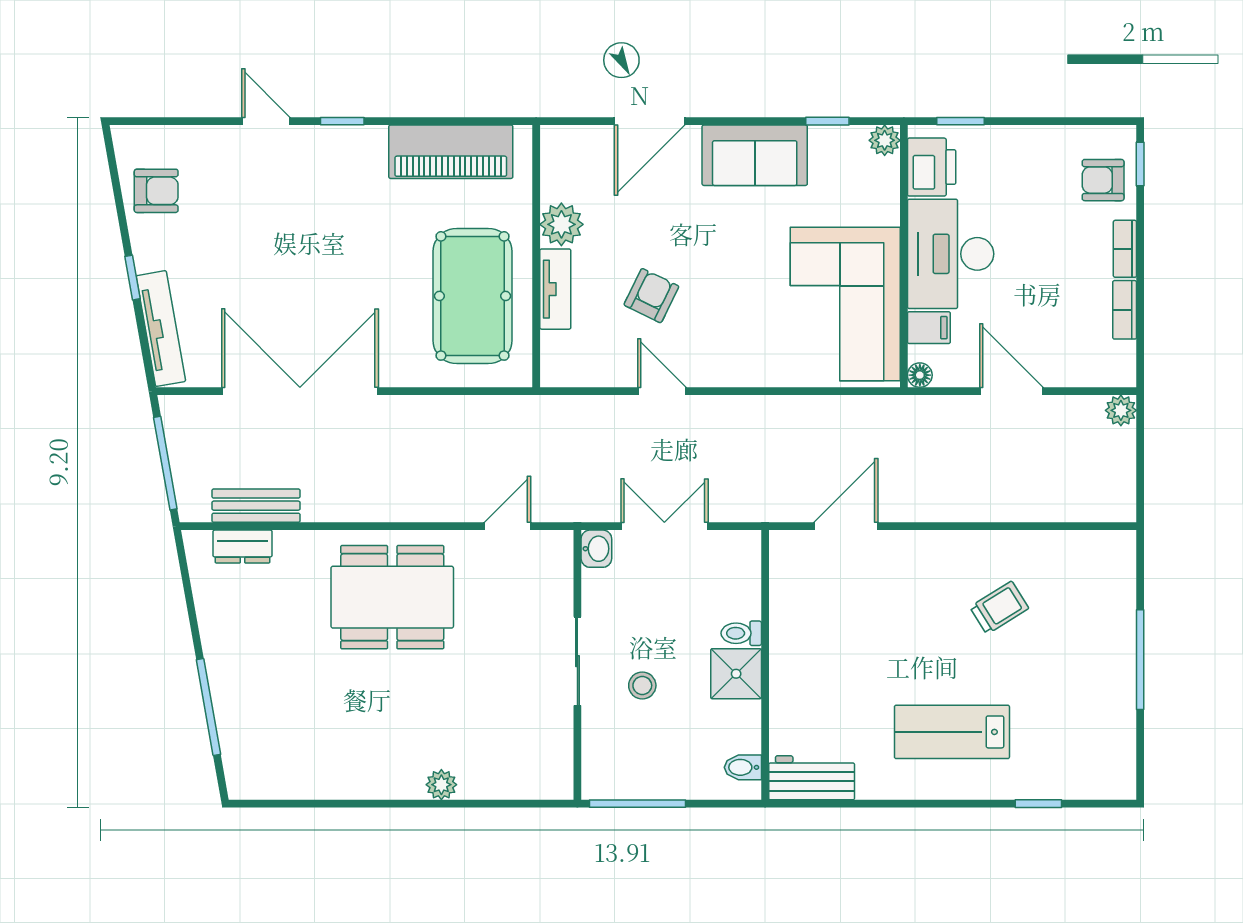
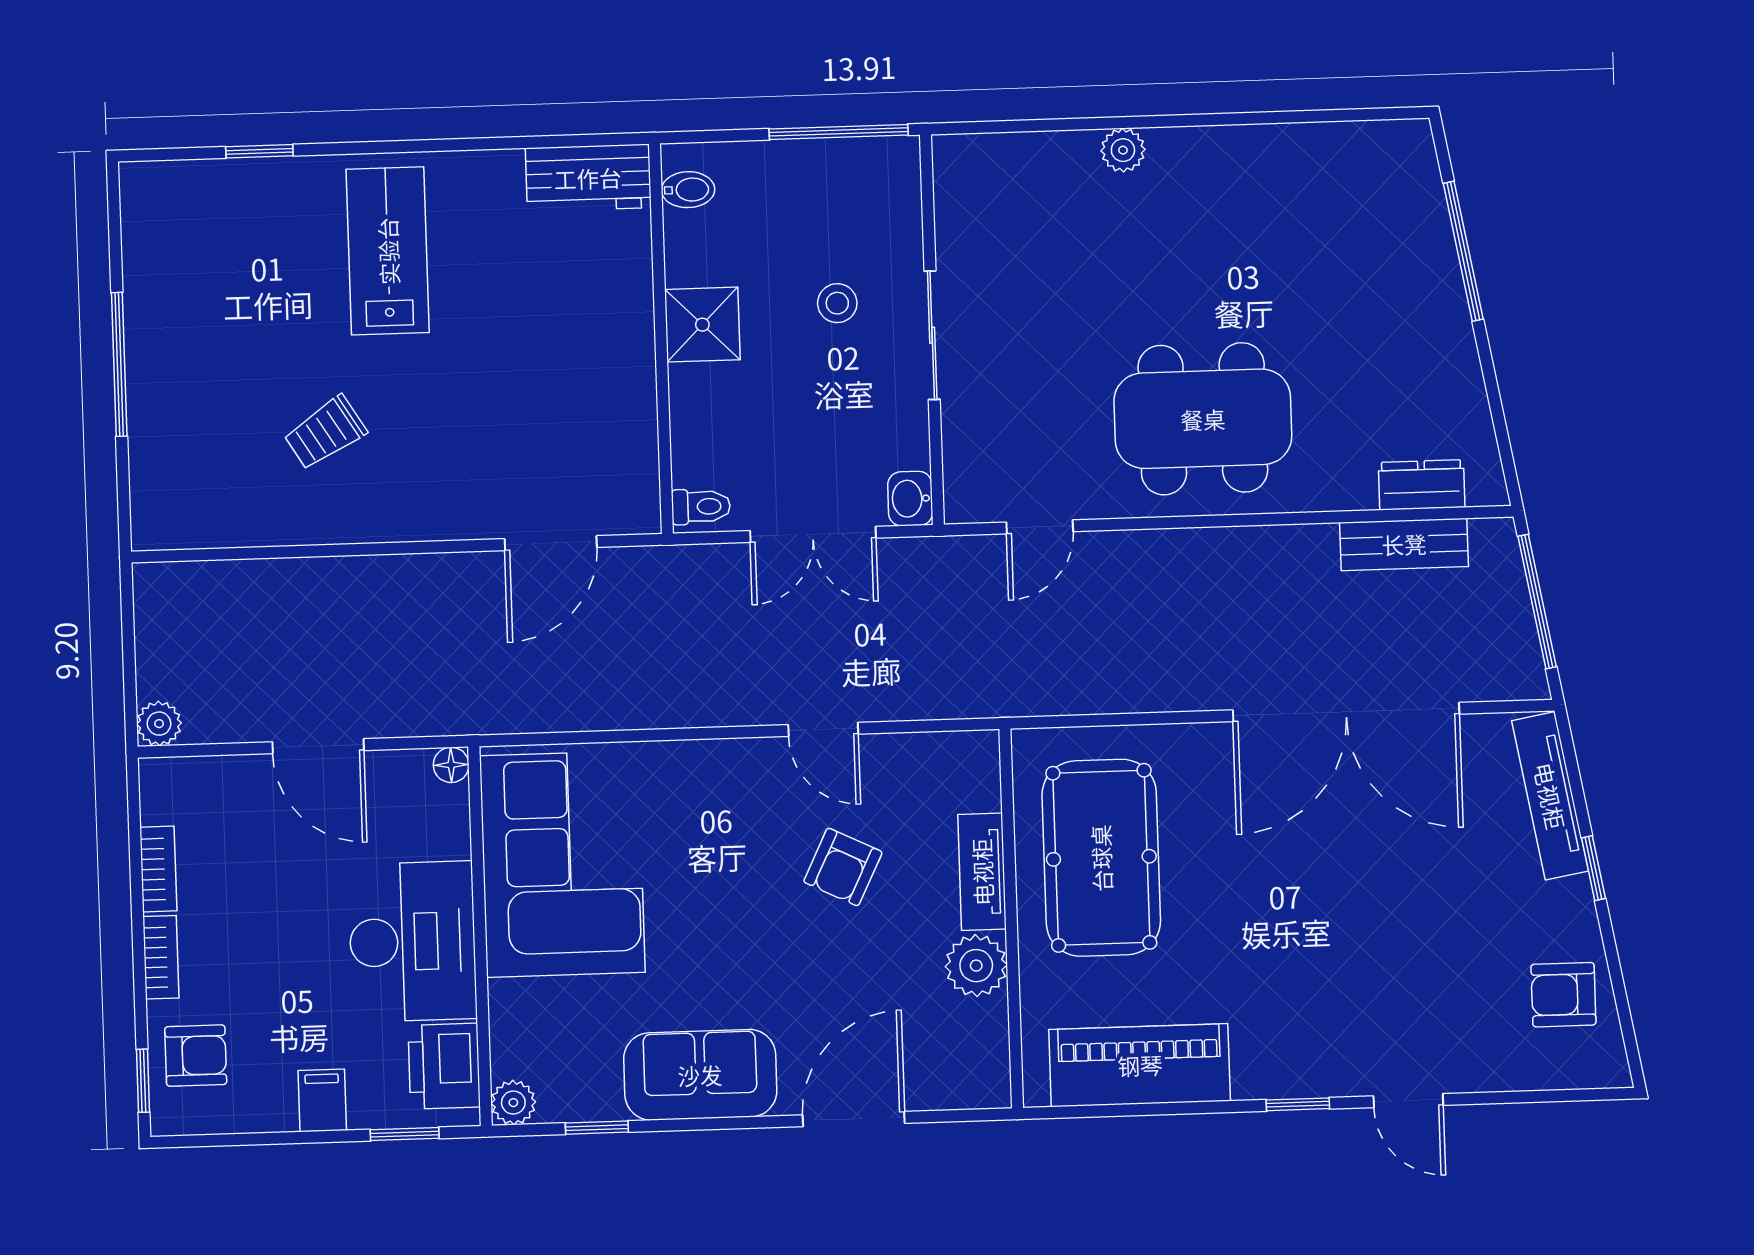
filing cabinet: (929, 328) -> (322, 1100), moved, turned 90
toilet: (741, 633) -> (701, 507), moved
lab bench: (952, 732) -> (388, 251), turned -90

